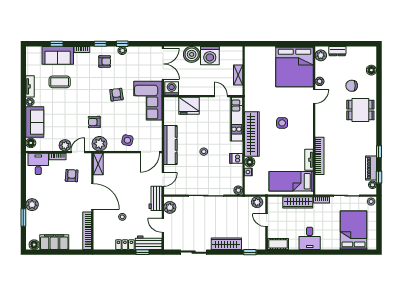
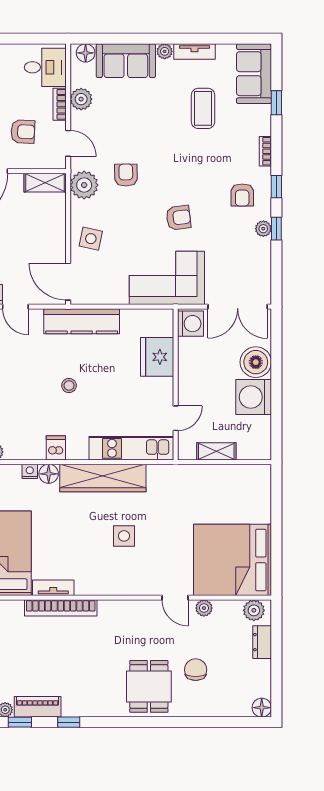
sofa: (58, 55) -> (254, 74), moved
floor lamp: (371, 70) -> (262, 708), moved
plant: (65, 145) -> (81, 99), moved

